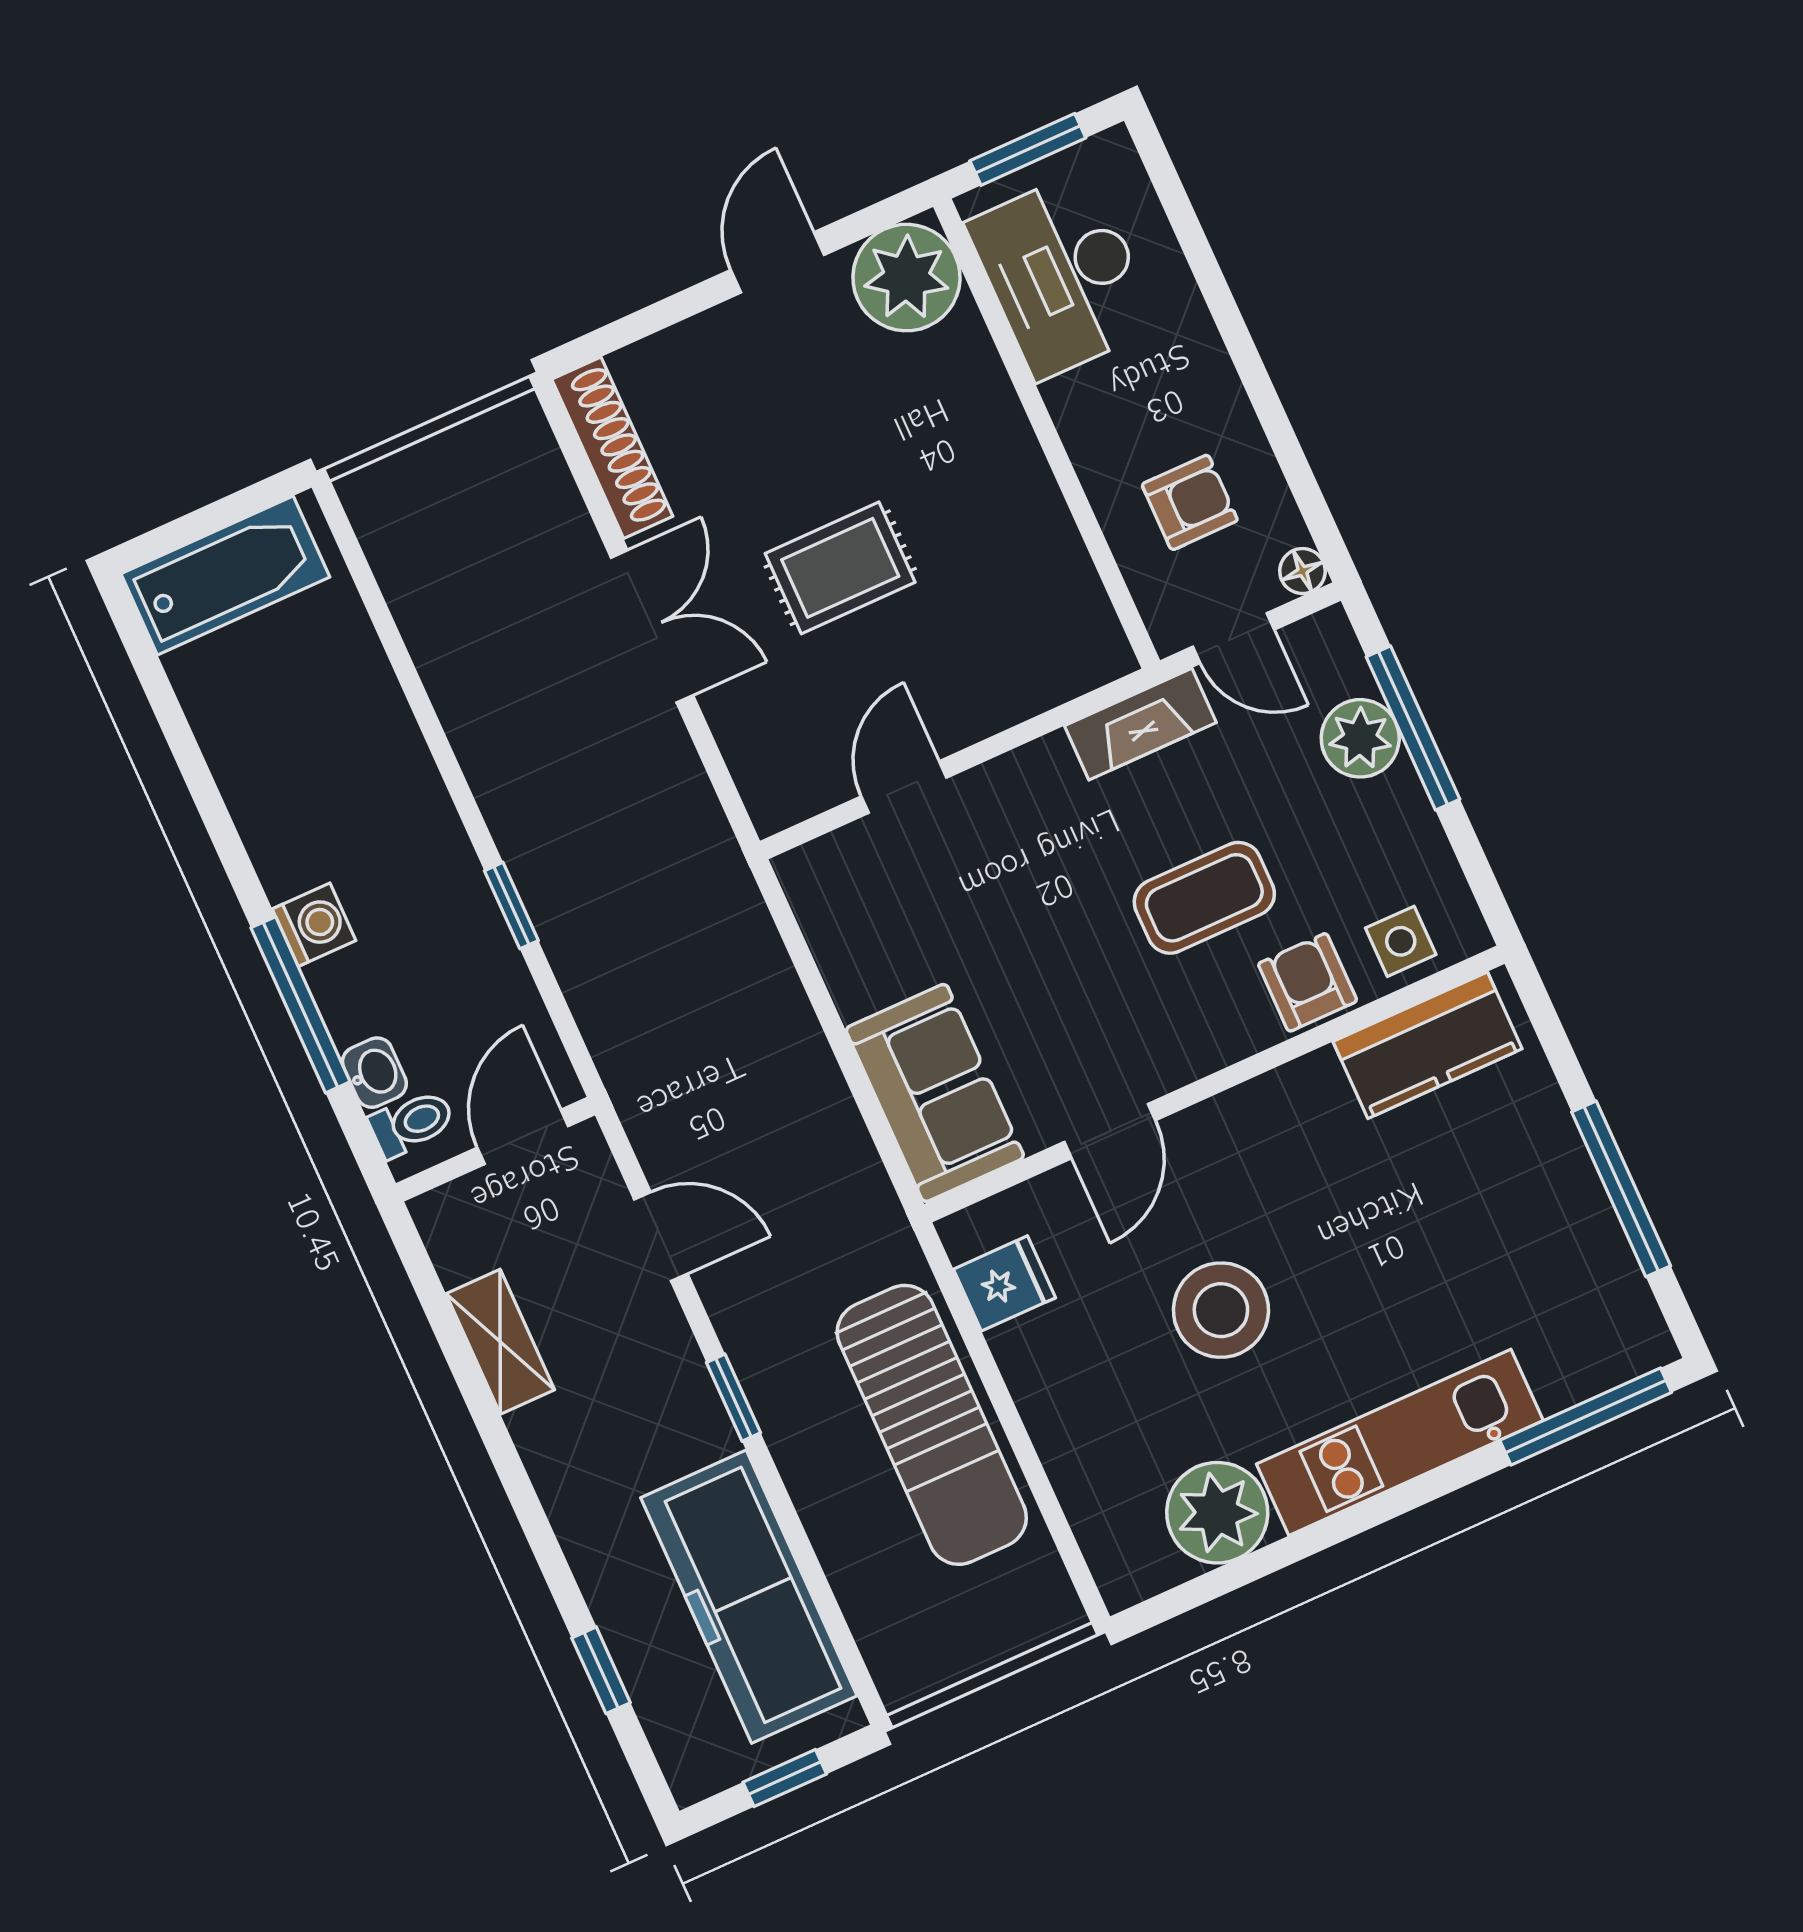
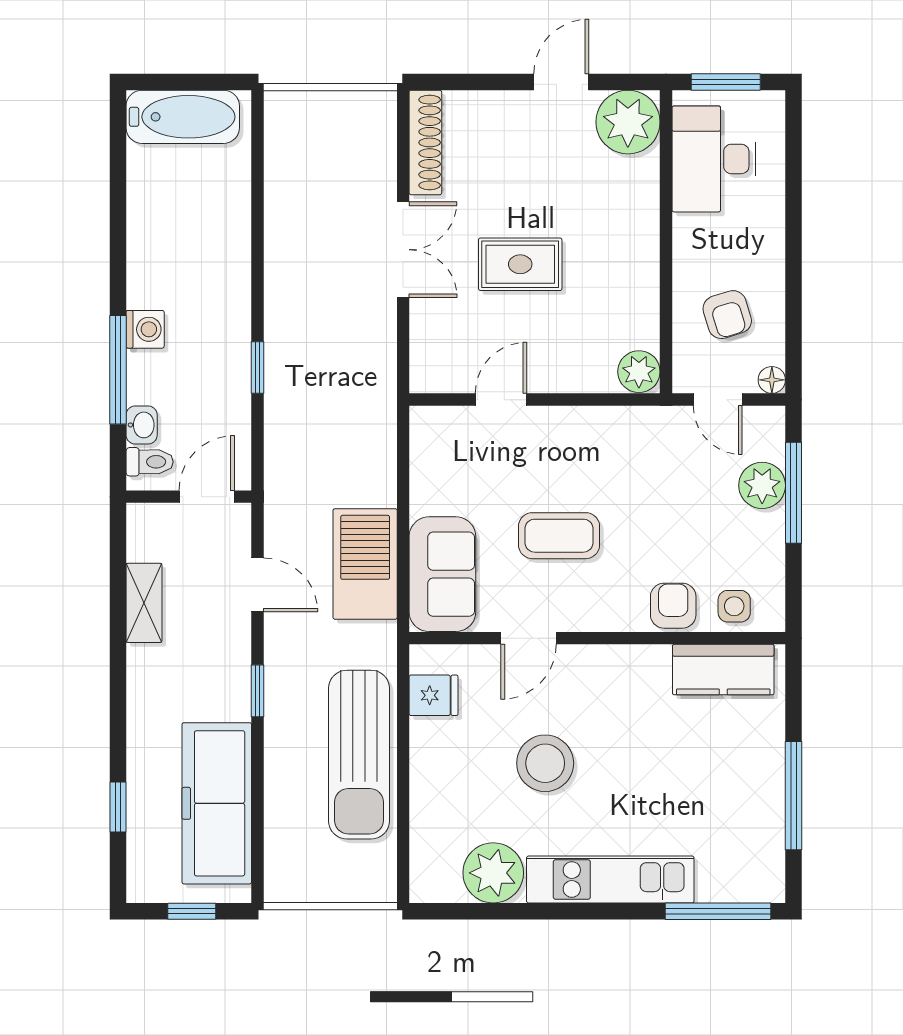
armchair: (1190, 502) -> (727, 315), turned 73
plant: (1095, 650) -> (639, 372), added
fireplace: (1140, 724) -> (646, 423), removed
coffee table: (1204, 898) -> (559, 536), moved
barbecue: (810, 1131) -> (365, 564), added

